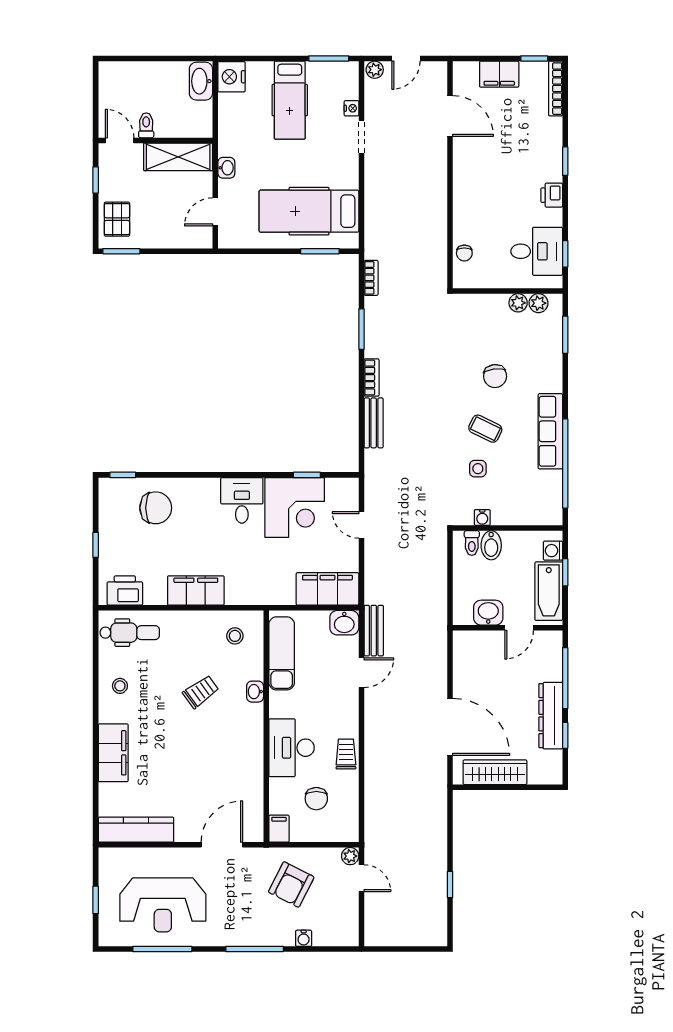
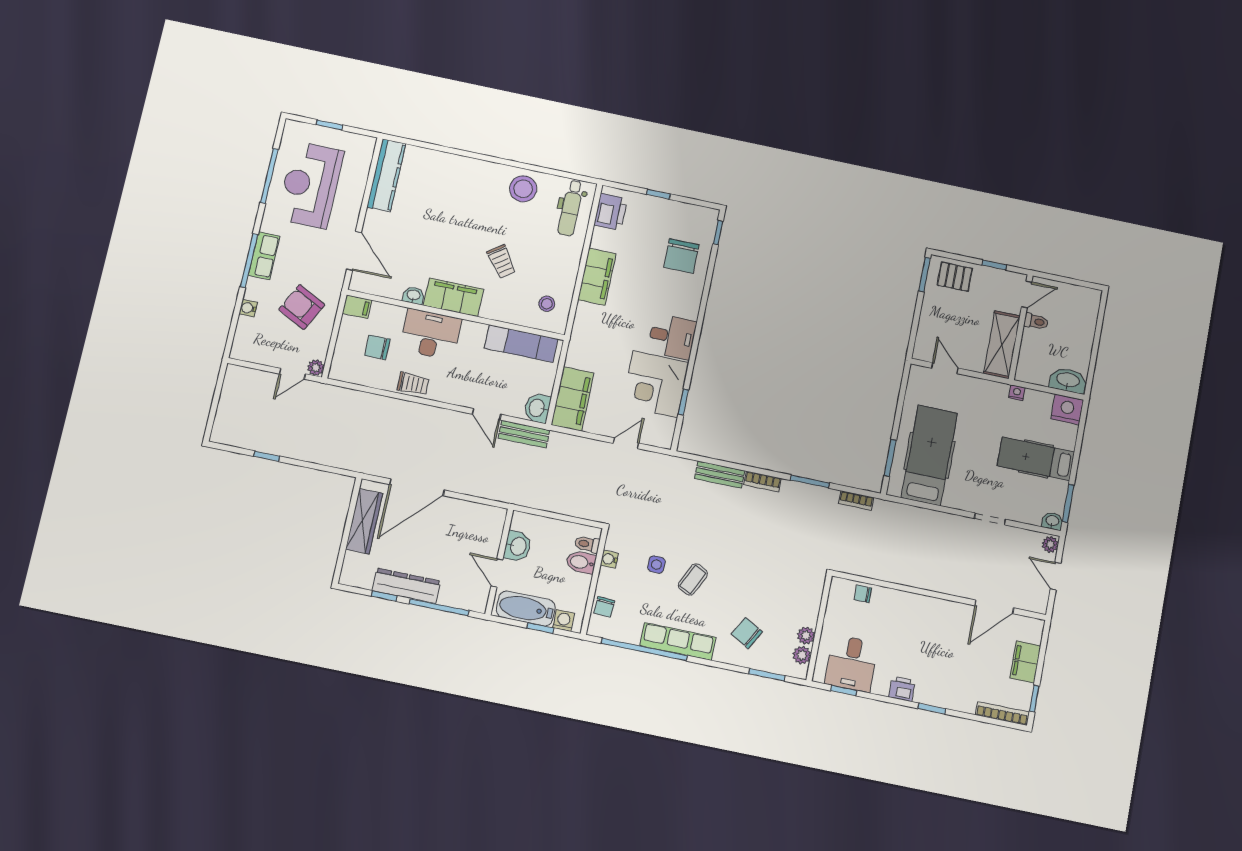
nightstand: (351, 108) -> (1017, 393), moved, turned 180
washbasin: (226, 168) -> (1052, 521), moved, turned 180
chair: (495, 376) -> (747, 633), moved, turned 36
chair: (531, 513) -> (604, 607), added
stool: (120, 686) -> (523, 189), width x1.89, depth x1.89
washbasin: (255, 692) -> (414, 295), moved
filing cabinet: (113, 753) -> (453, 297), moved, turned 180
row of seats: (246, 935) -> (264, 256), added

